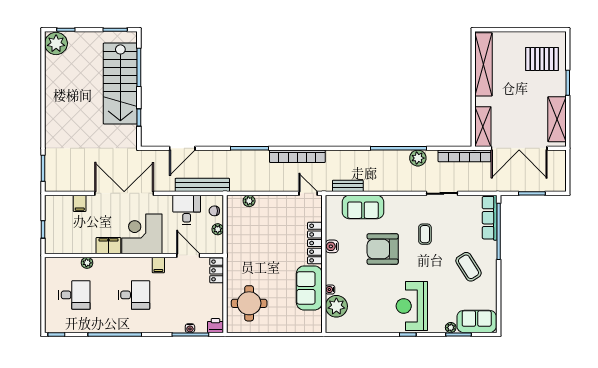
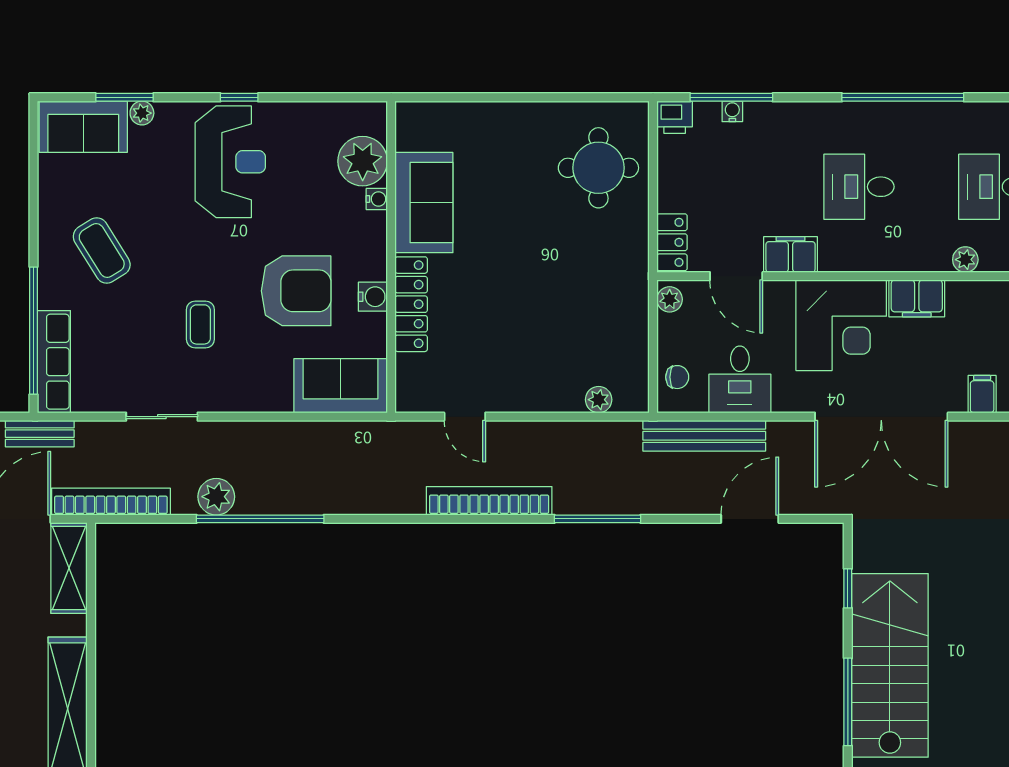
bench: (348, 186) -> (40, 434), moved
plant: (218, 229) -> (670, 299), moved
locker: (315, 243) -> (411, 304), moved
water cooler: (332, 246) -> (373, 297), moved
wall: (324, 264) -> (391, 257), moved
filing cabinet: (158, 265) -> (791, 254), width x2.00
sofa: (309, 288) -> (424, 203), moved
water cooler: (330, 290) -> (377, 199), moved
plant: (336, 306) -> (363, 161), moved

